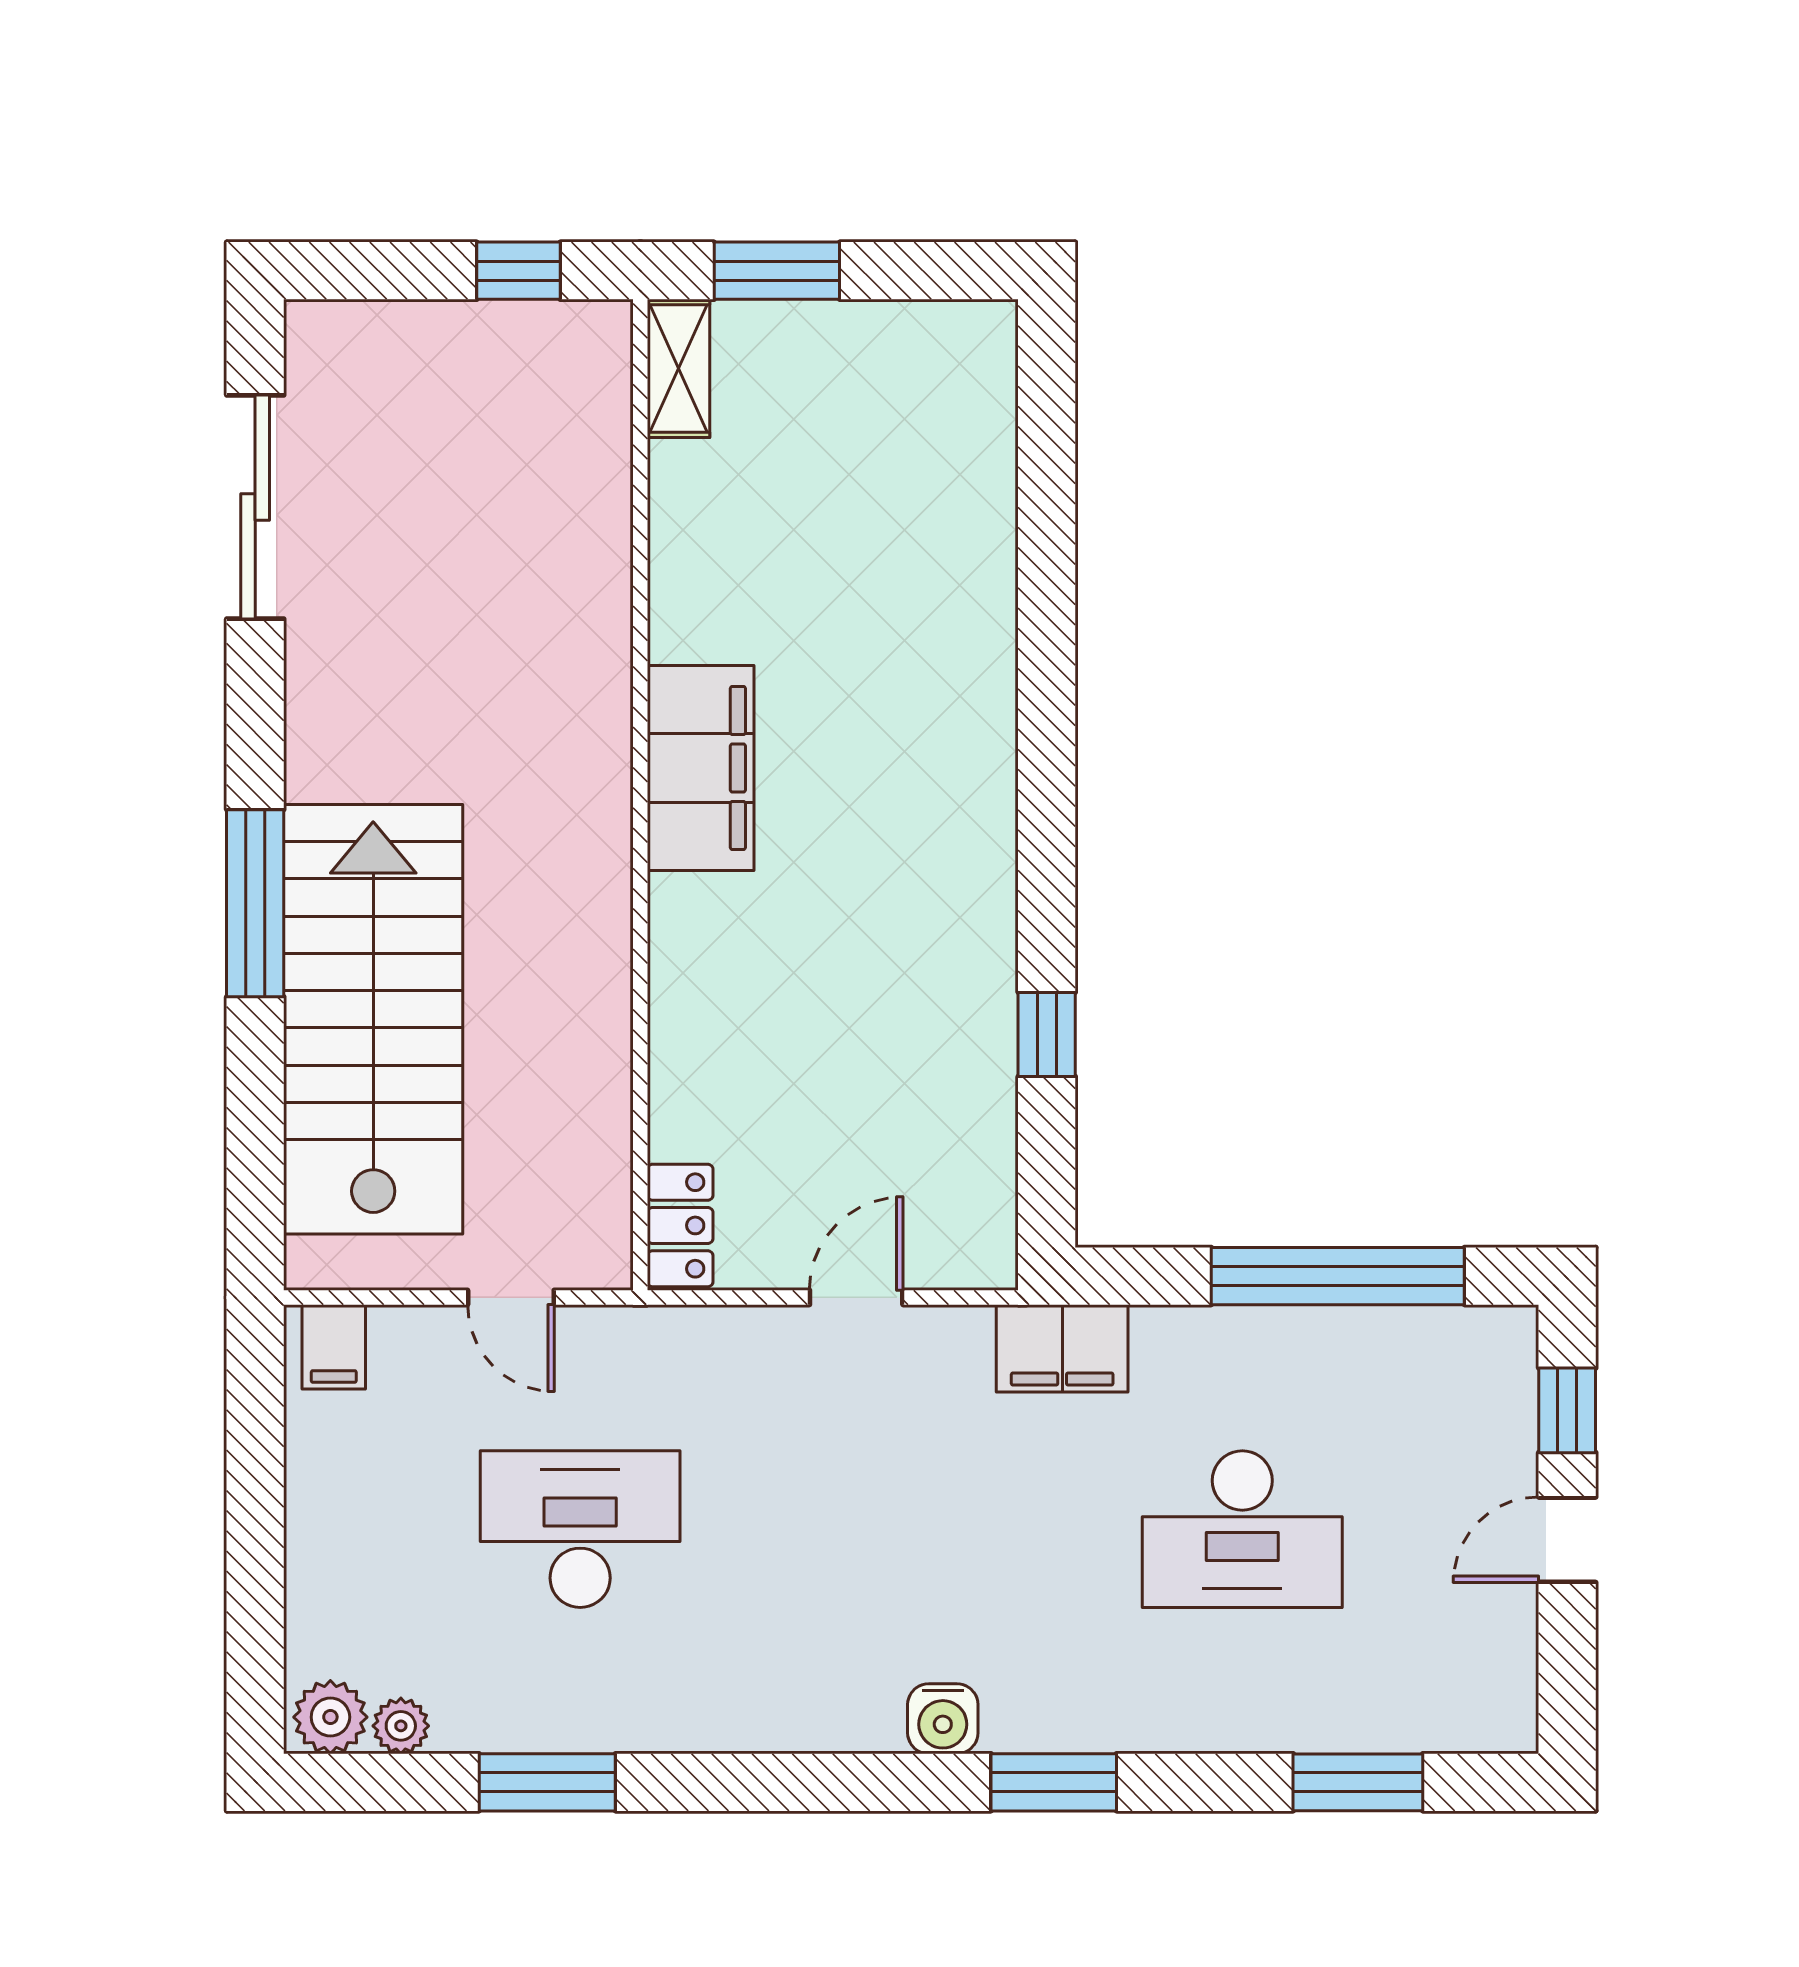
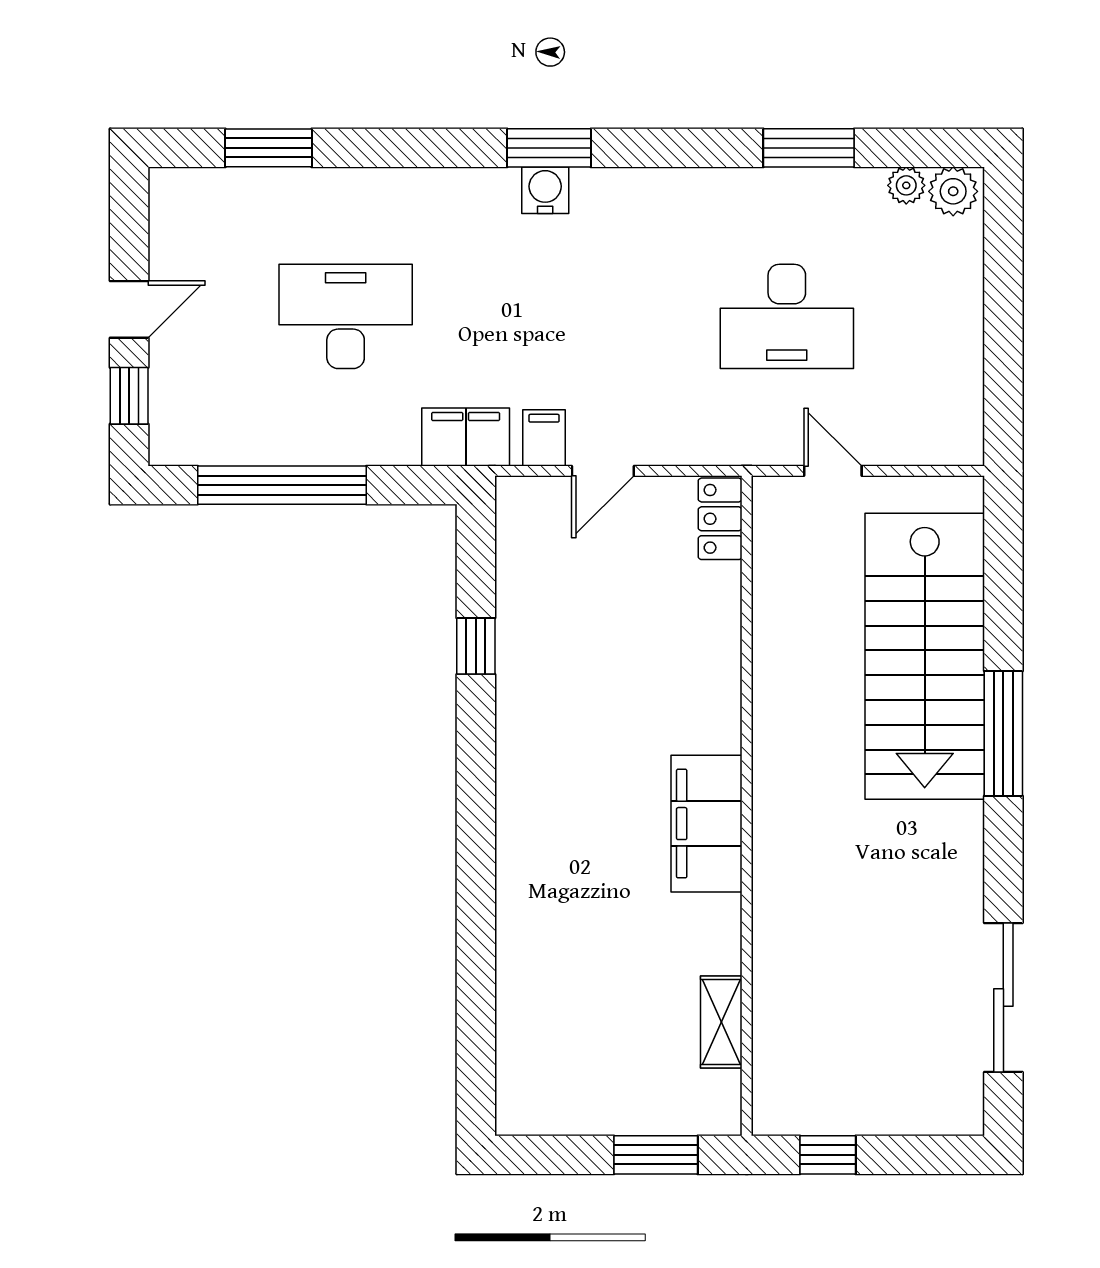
shelving: (678, 368) -> (721, 1022), moved
filing cabinet: (334, 1347) -> (544, 438), moved
window: (1054, 1782) -> (549, 148), moved

